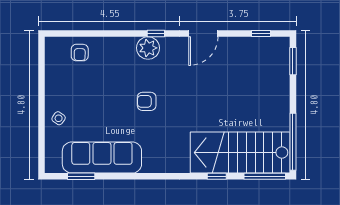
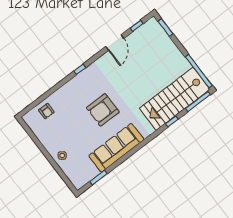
door: (203, 34) -> (115, 43), moved
plant: (148, 48) -> (82, 80), removed
armchair: (147, 101) -> (103, 110), width x1.88, depth x1.88
sofa: (102, 158) -> (116, 148), moved

